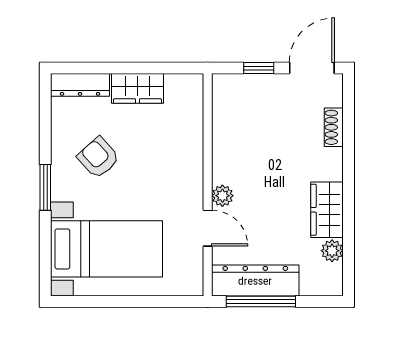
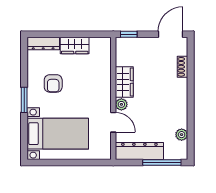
window: (259, 68) -> (129, 34), moved
armchair: (98, 158) -> (53, 83), turned -138
wardrobe: (327, 210) -> (124, 82), moved, turned 180
window: (261, 301) -> (162, 162), moved

